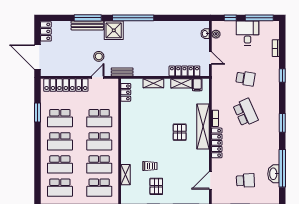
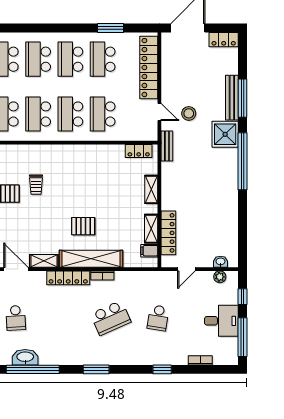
shelving: (126, 175) -> (44, 261), moved

